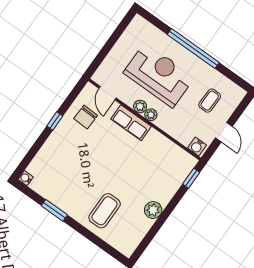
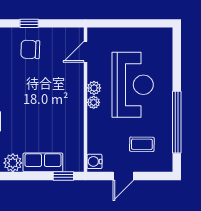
window: (193, 48) -> (177, 122), moved
chair: (86, 117) -> (30, 49), moved
row of seats: (131, 123) -> (43, 162), moved, turned 90

